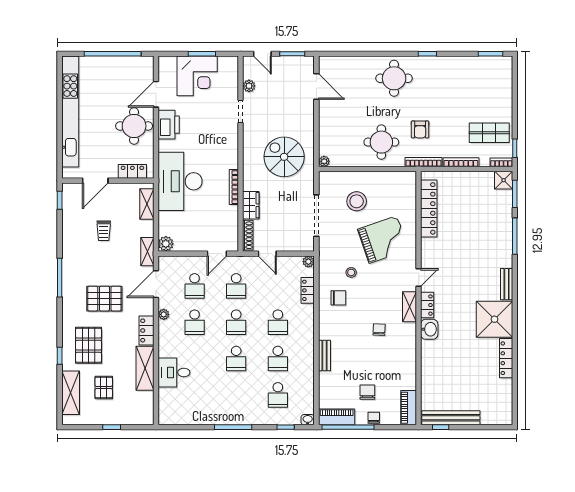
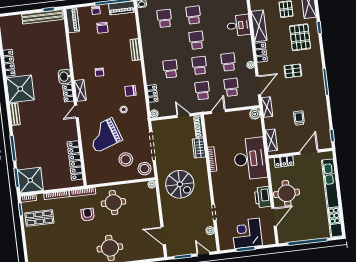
shower: (504, 180) -> (30, 180), width x1.86, depth x1.86
stool: (332, 185) -> (145, 169), added
pallet: (104, 299) -> (293, 71), width x0.67, depth x0.71
school desk: (278, 359) -> (193, 15), moved

